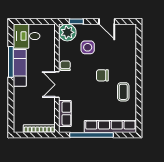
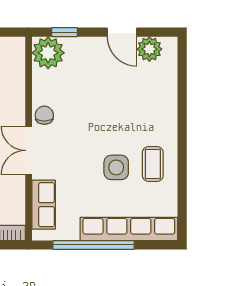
plant: (121, 30) -> (149, 49), added
side table: (88, 47) -> (116, 167), moved
chair: (102, 75) -> (114, 133), removed

